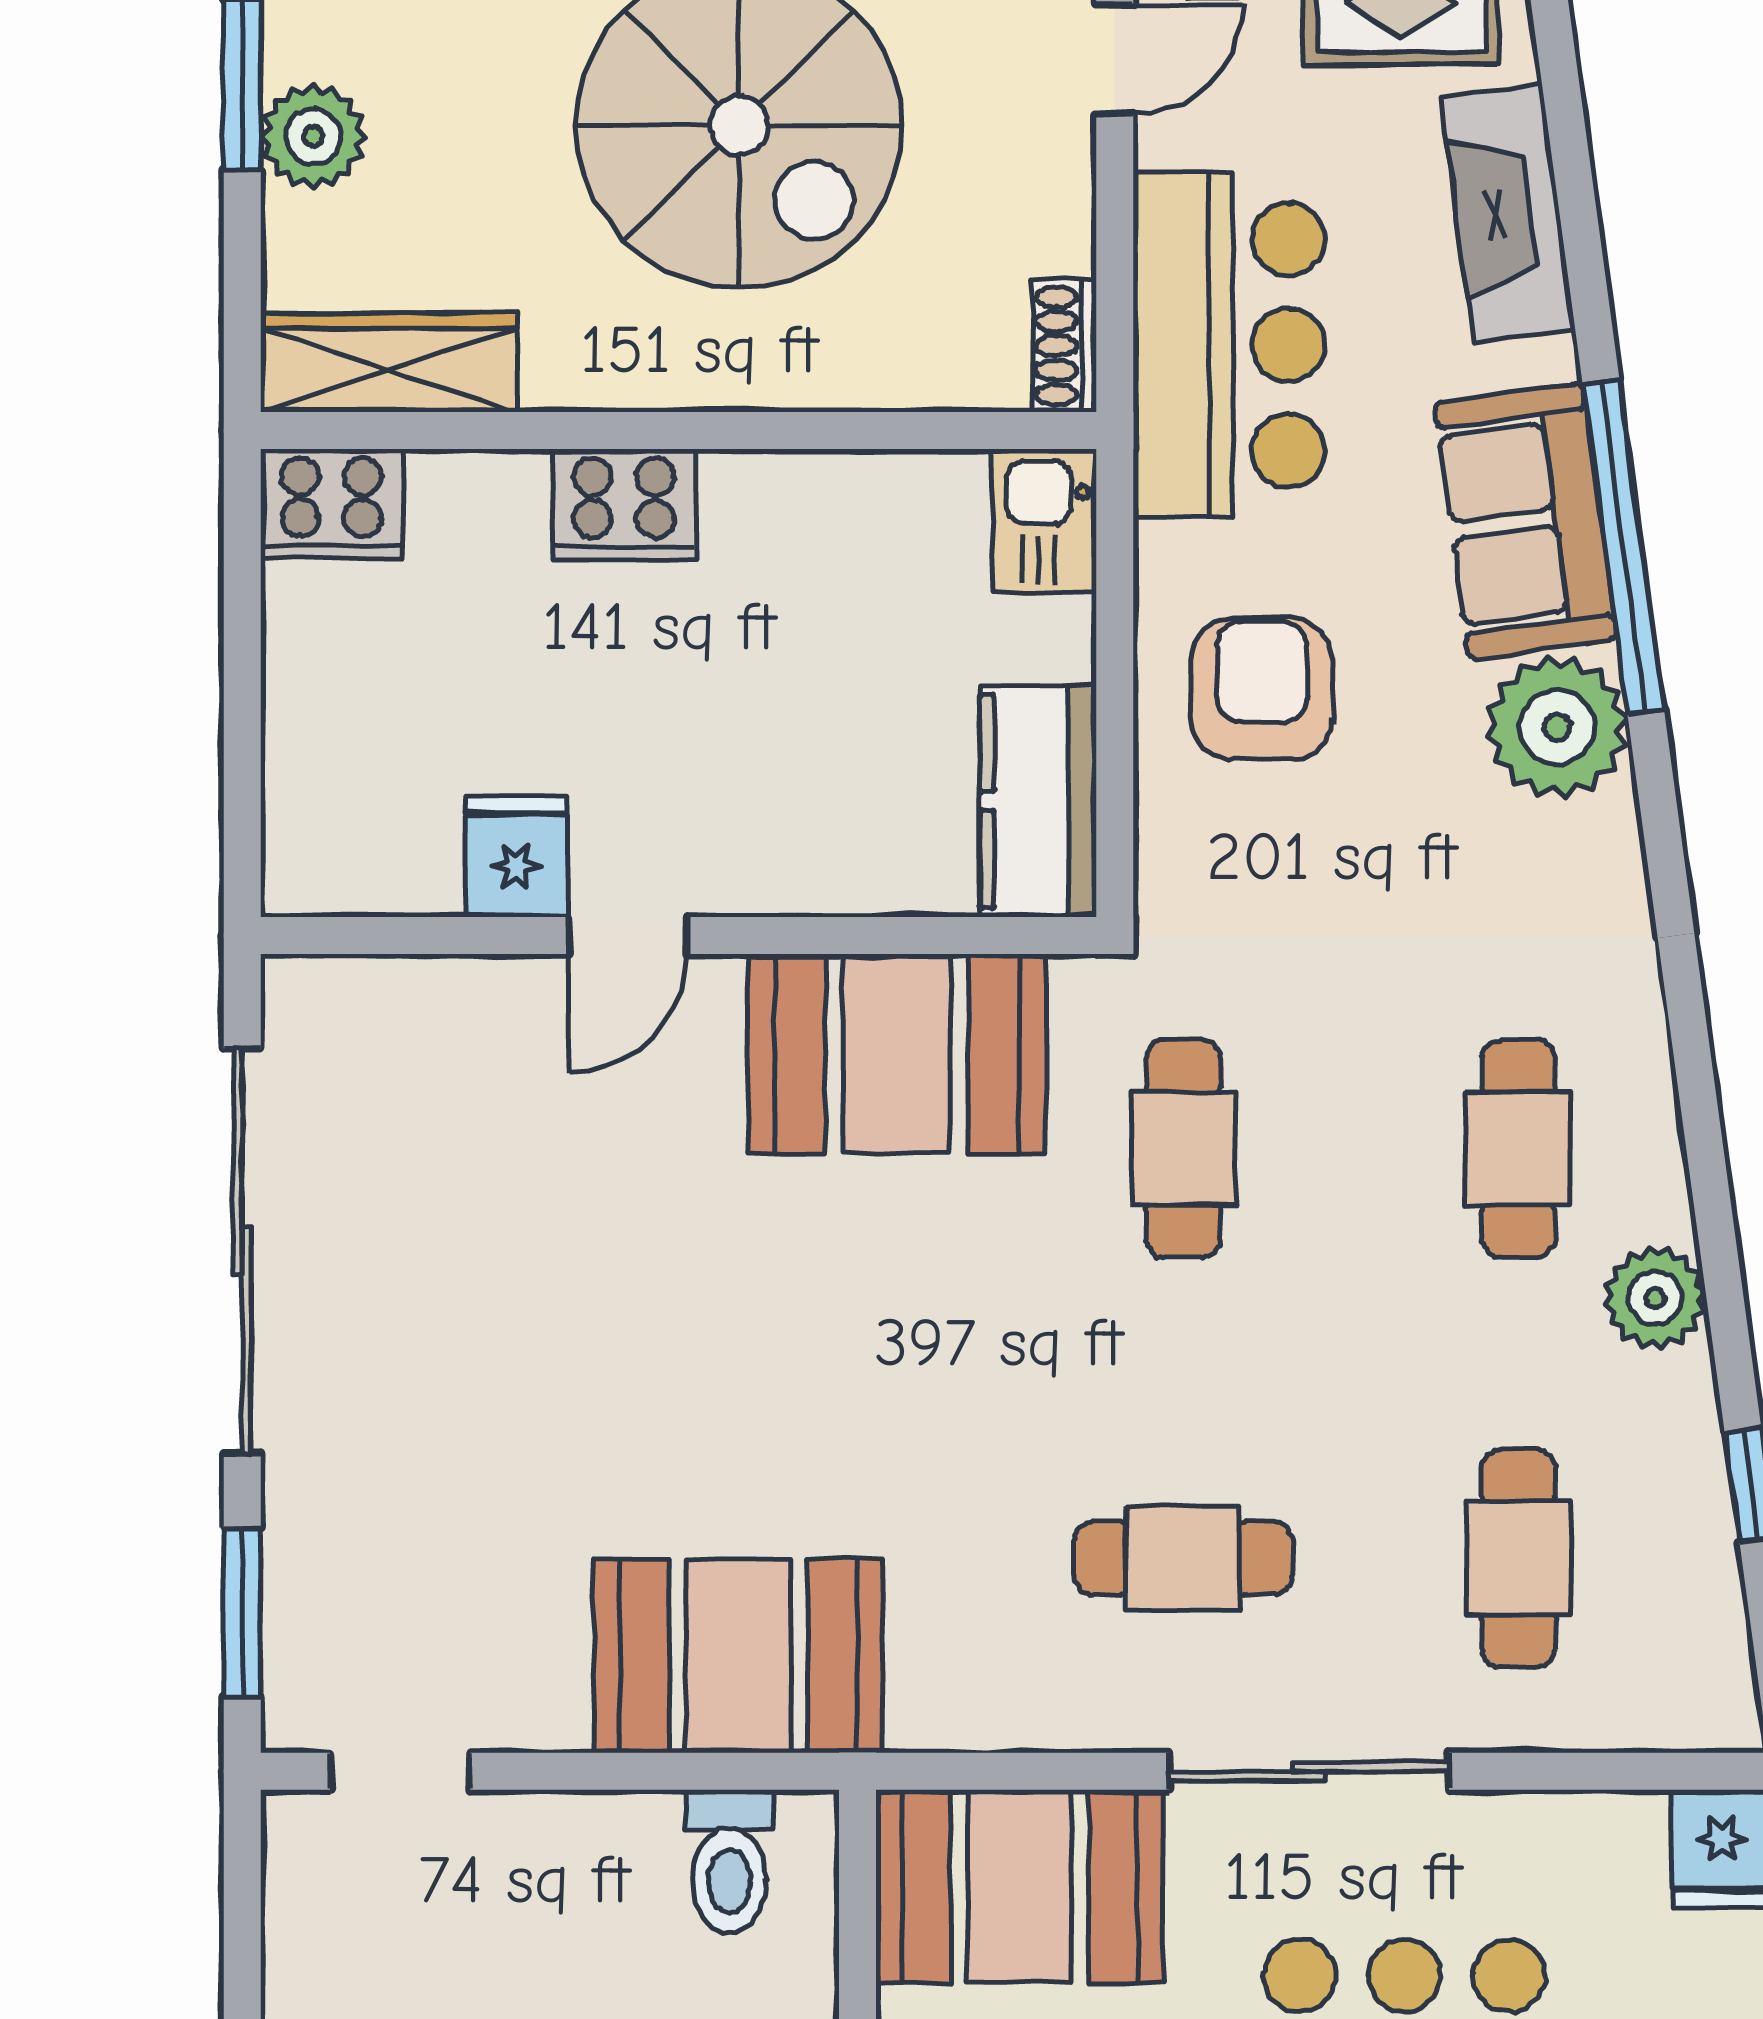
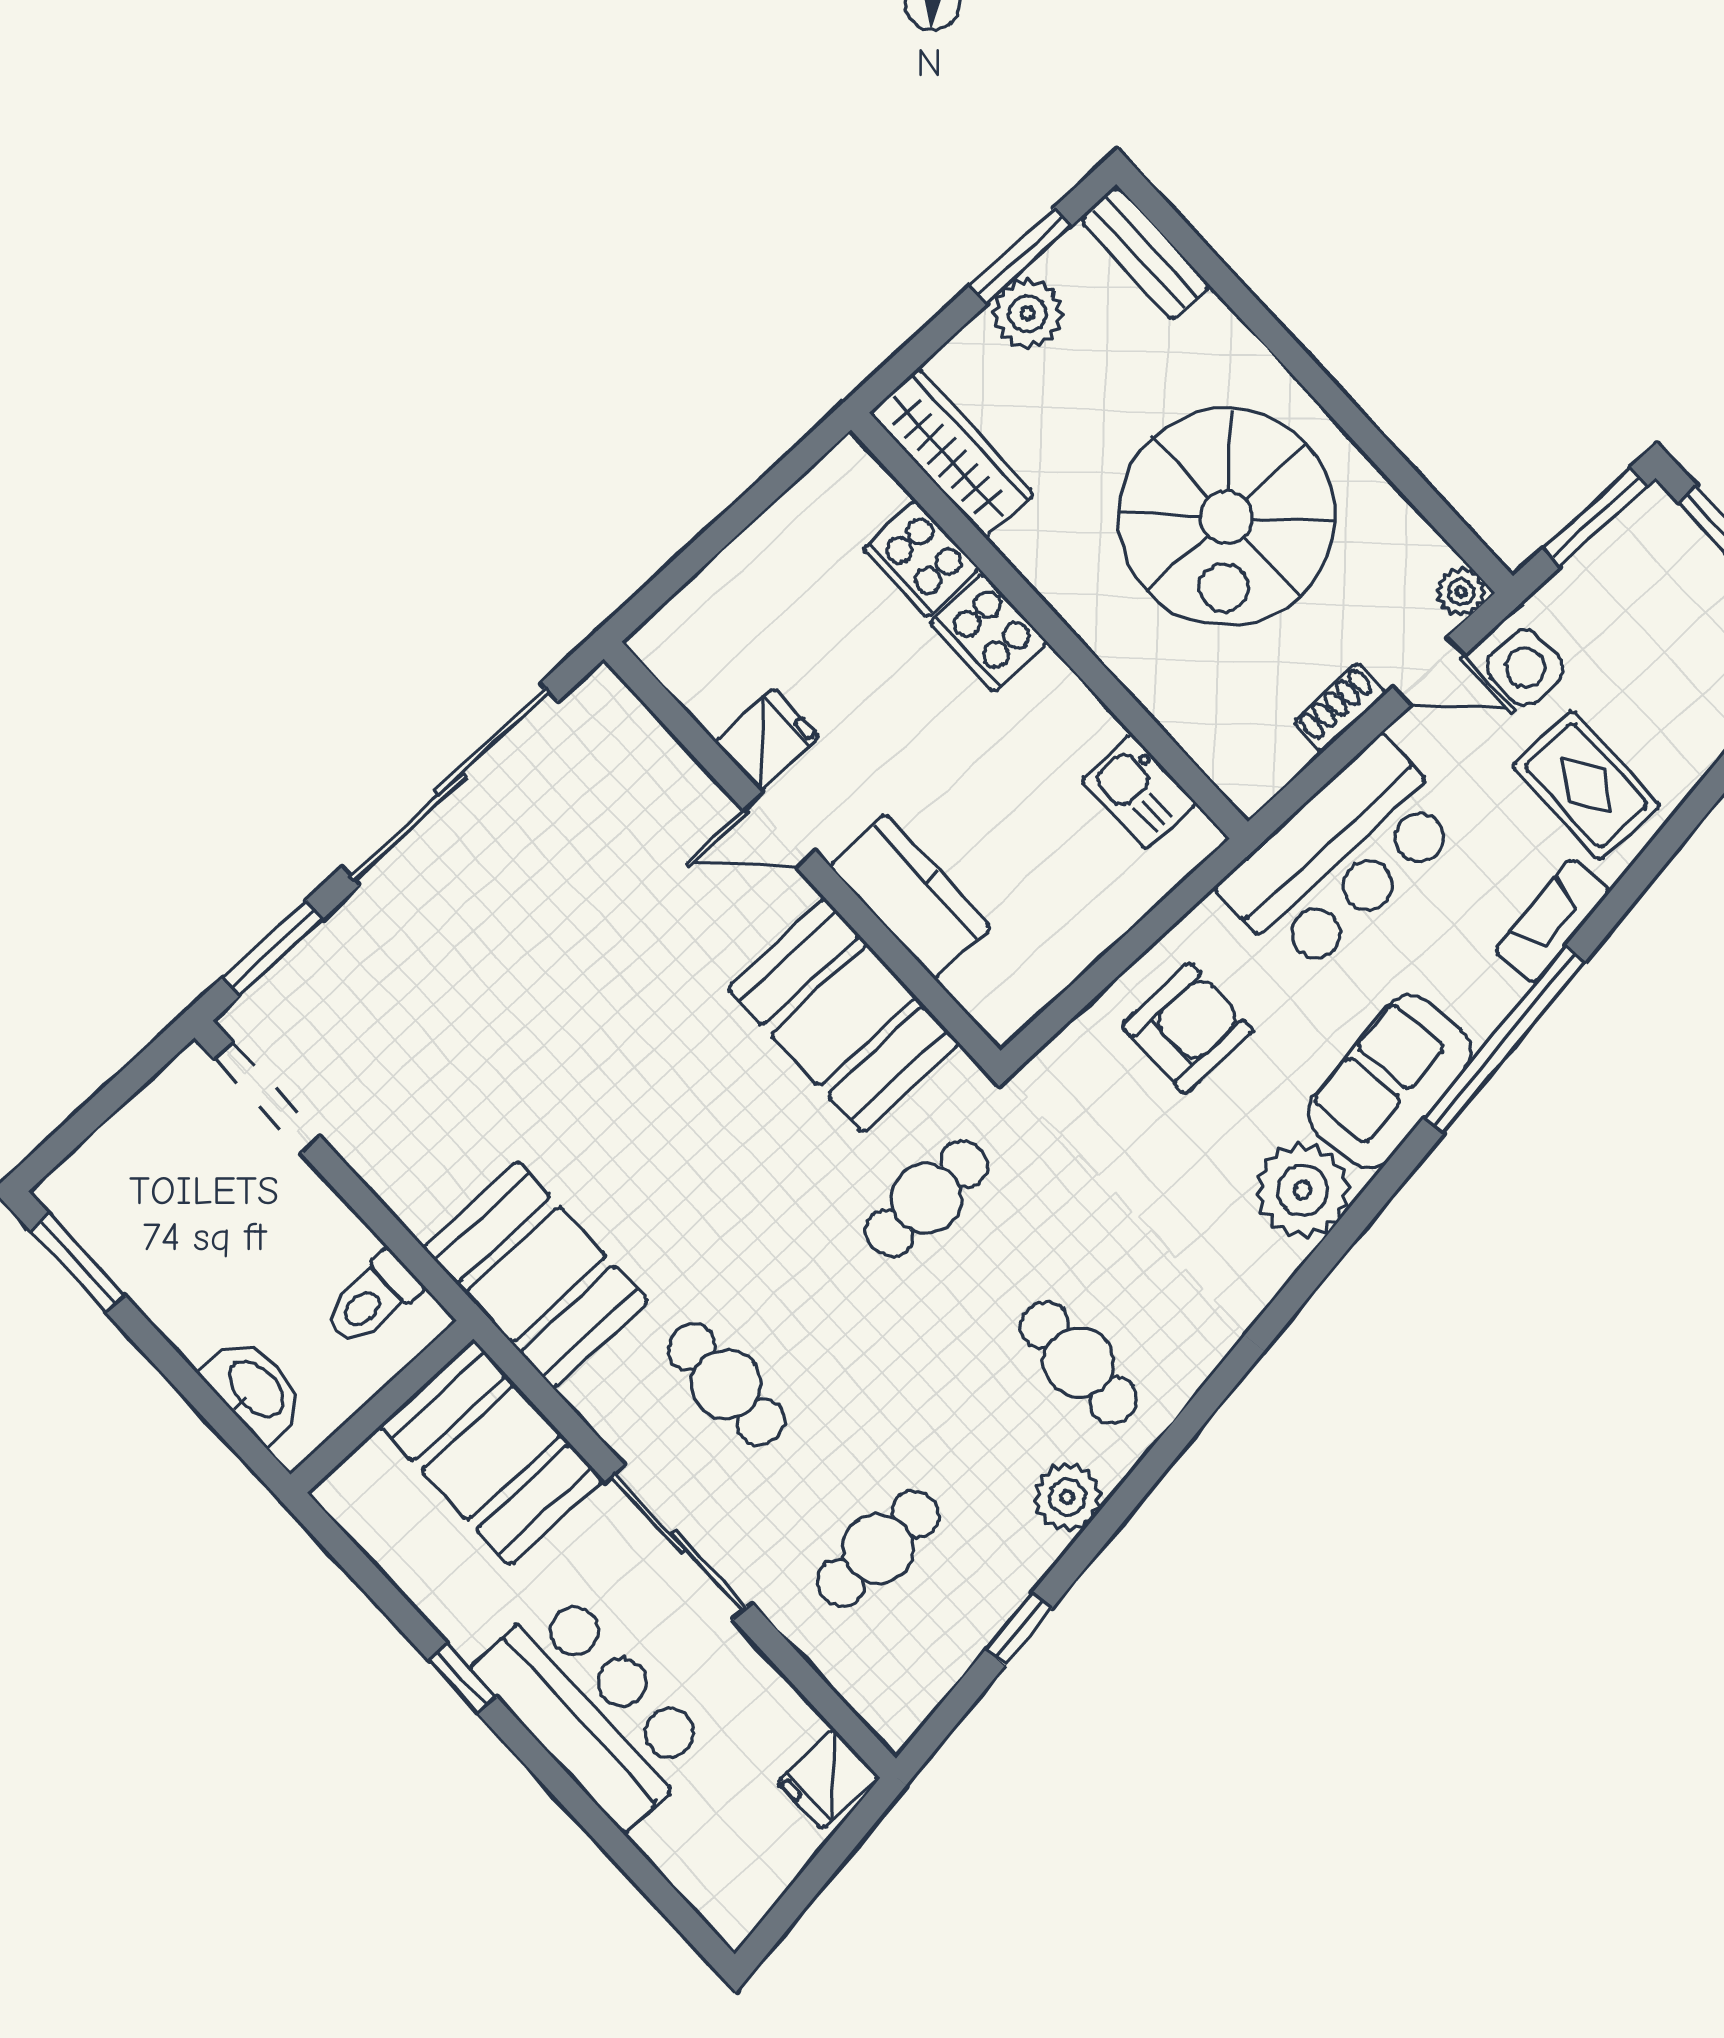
fireplace: (1508, 213) -> (1553, 921), width x0.73, depth x0.76
shoe rack: (1064, 346) -> (1340, 708), moved
cooker: (331, 504) -> (921, 559), moved
kitchen sink: (1044, 521) -> (1139, 791), moved, turned -90
window: (1623, 547) -> (1504, 1040), moved
kitchen counter: (1038, 801) -> (910, 896), moved, turned 90
cafe table: (1519, 1149) -> (1079, 1363), turned 90
booth: (738, 1656) -> (536, 1274), moved
doorway: (400, 1771) -> (267, 1097), width x1.38

